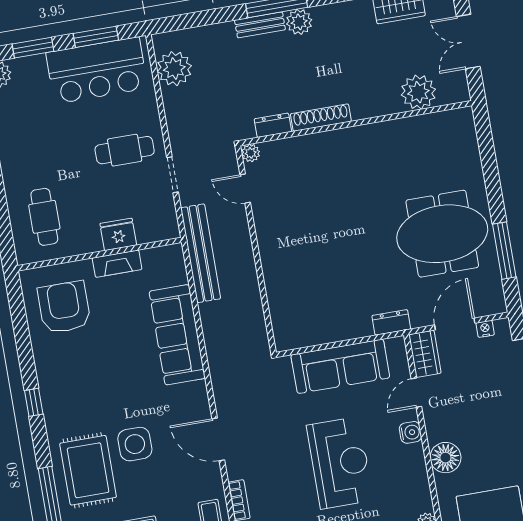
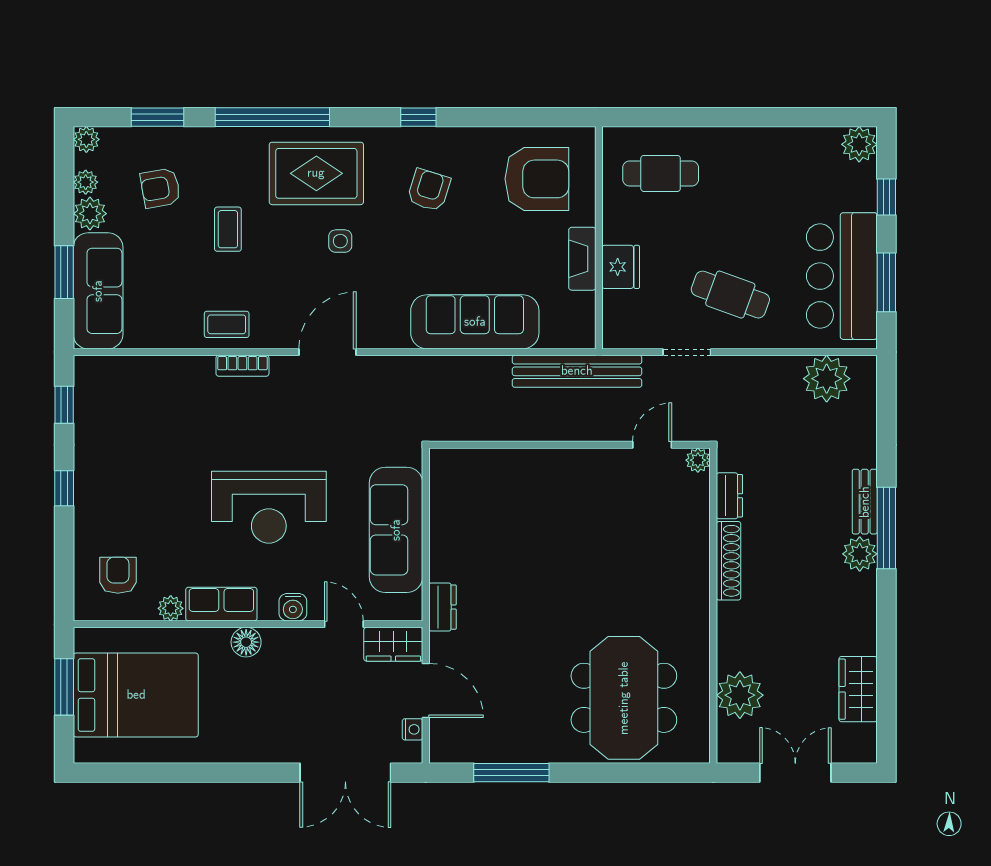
window: (33, 48) -> (886, 197), width x0.67
cafe table: (125, 150) -> (730, 295), turned -70
meeting table: (442, 234) -> (624, 698), moved
armchair: (86, 385) -> (429, 190), added
side table: (135, 444) -> (340, 241), width x0.54, depth x0.54
floor lamp: (445, 458) -> (246, 642), width x0.73, depth x0.73
row of seats: (417, 485) -> (221, 604), added

